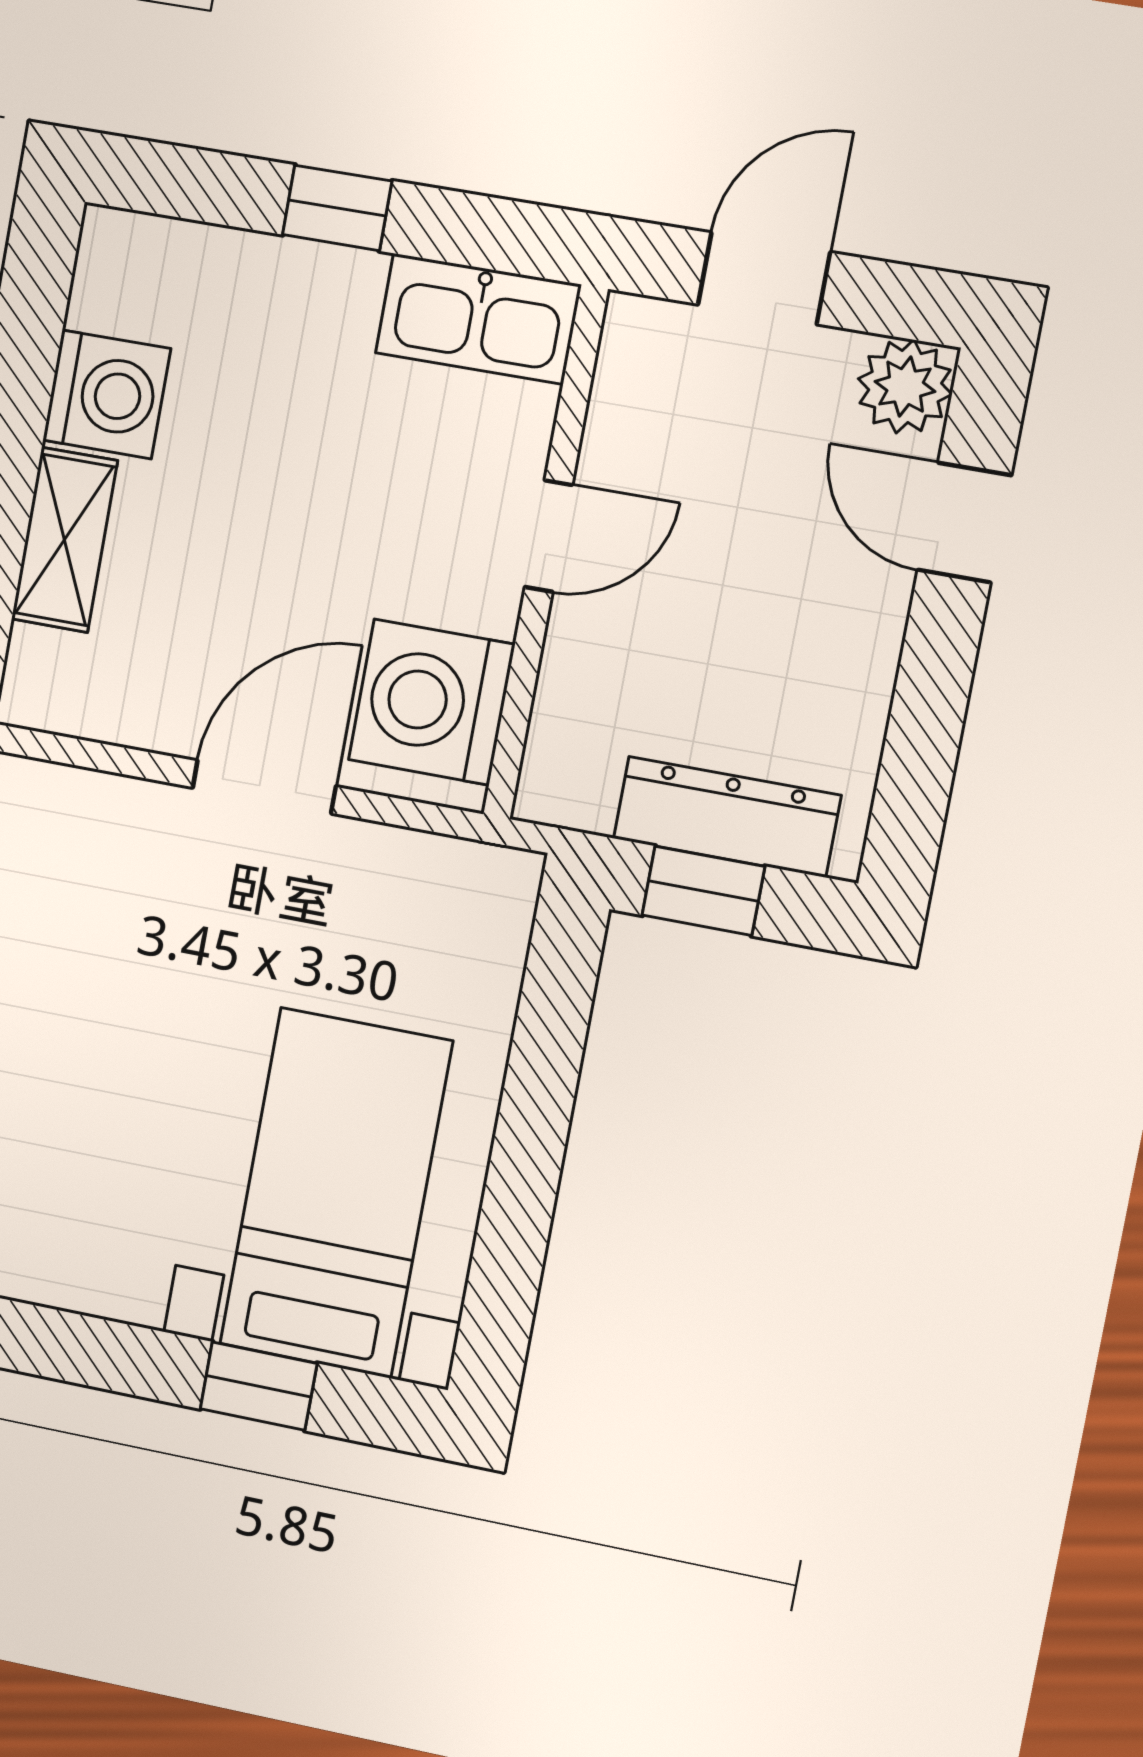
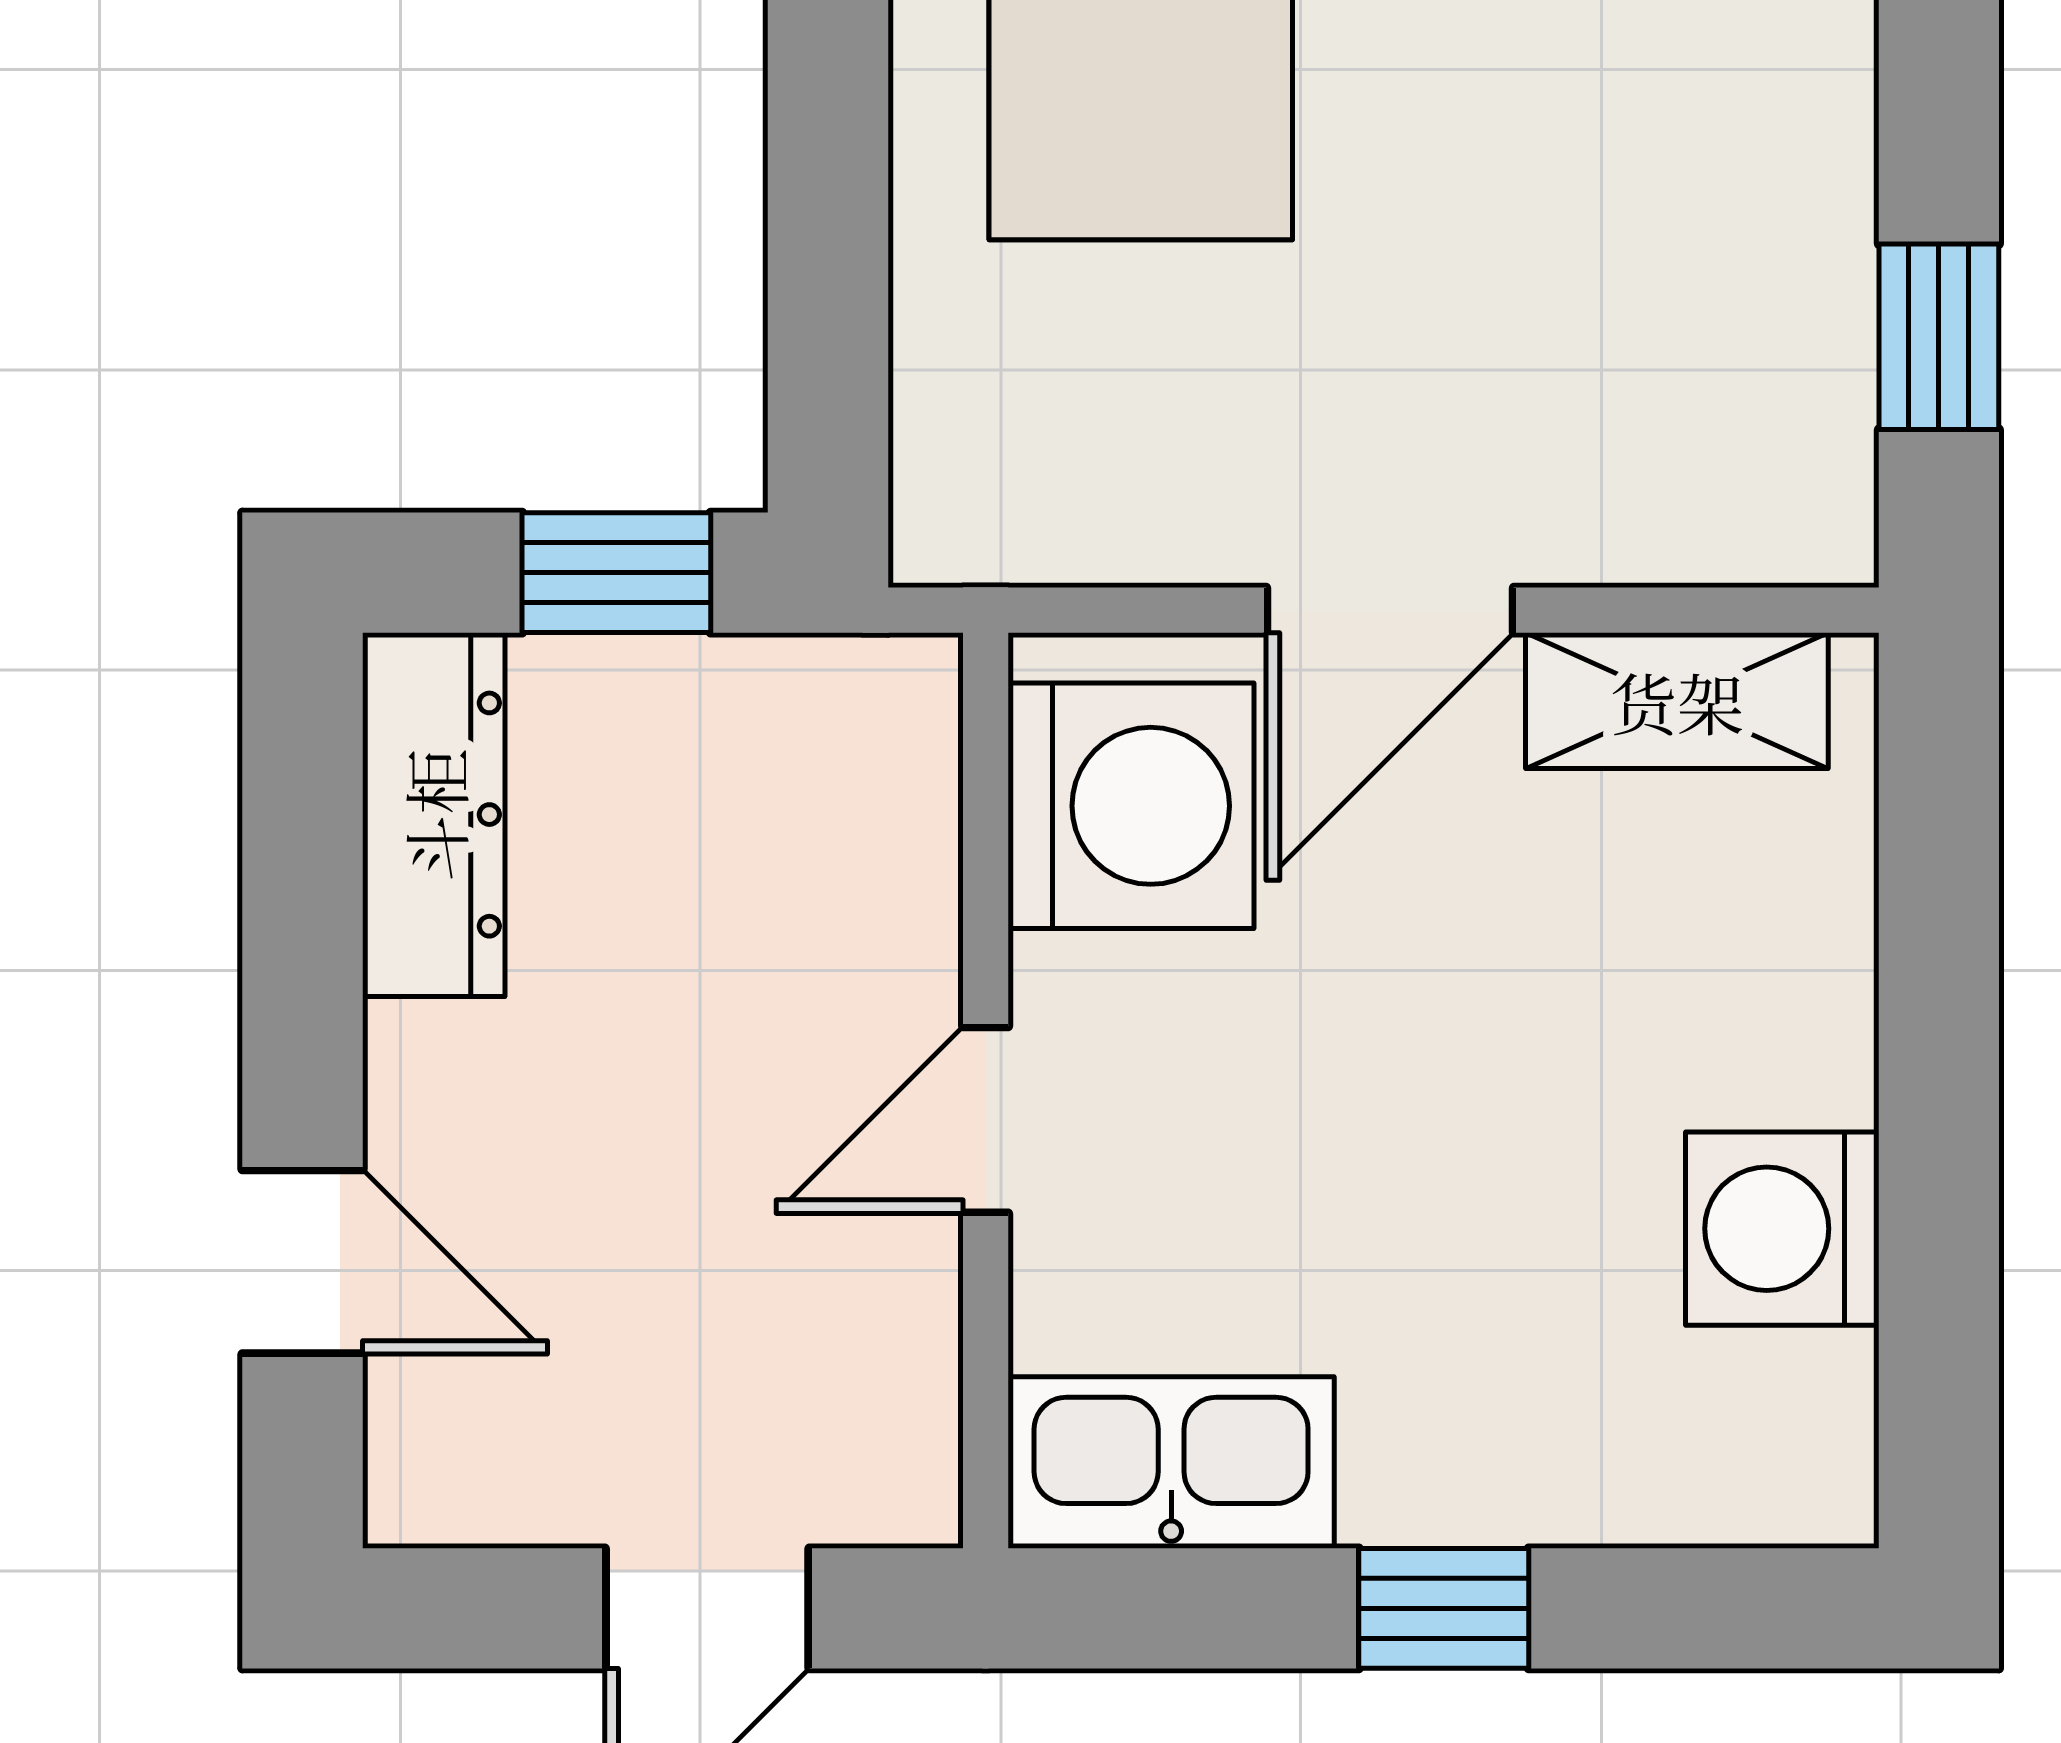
plant: (905, 387) -> (442, 1469), removed
shelving: (64, 540) -> (1677, 701), moved, turned 90
dresser: (727, 817) -> (434, 815), moved, turned -90

